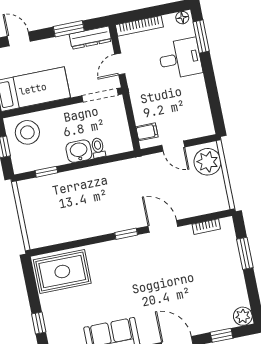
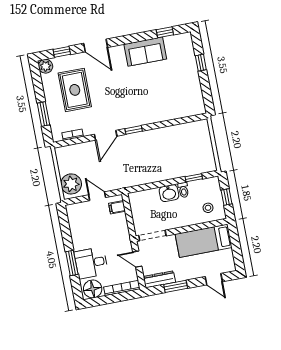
floor lamp: (182, 18) -> (93, 289), width x1.89, depth x1.89
window: (201, 36) -> (72, 263), moved
door: (120, 64) -> (137, 259), swing flipped
stool: (27, 132) -> (208, 208), width x0.53, depth x0.53
toilet: (98, 148) -> (183, 190), moved
door: (163, 226) -> (106, 135), hinge flipped
rug: (62, 271) -> (75, 90), moved, turned 90

